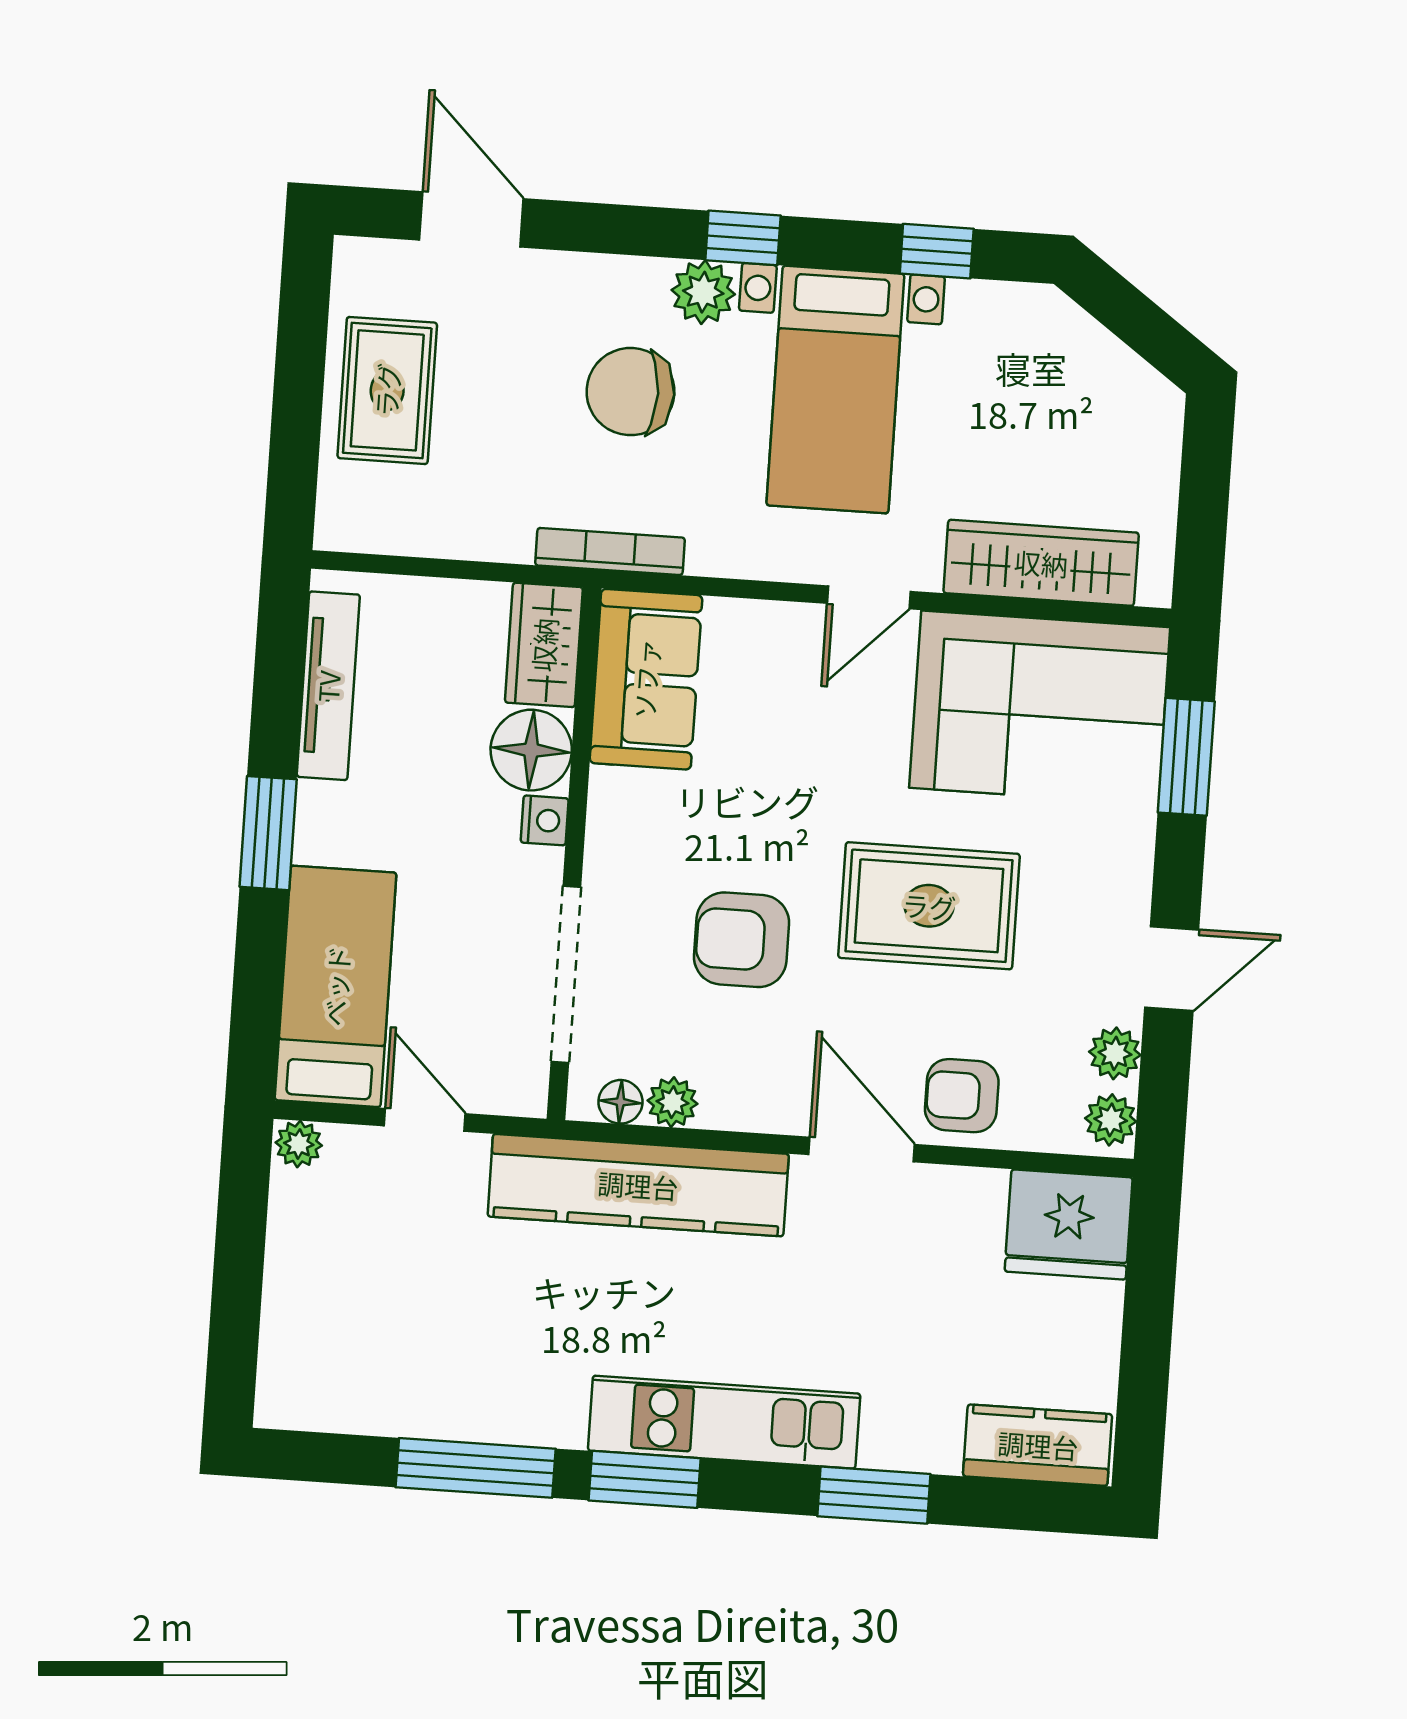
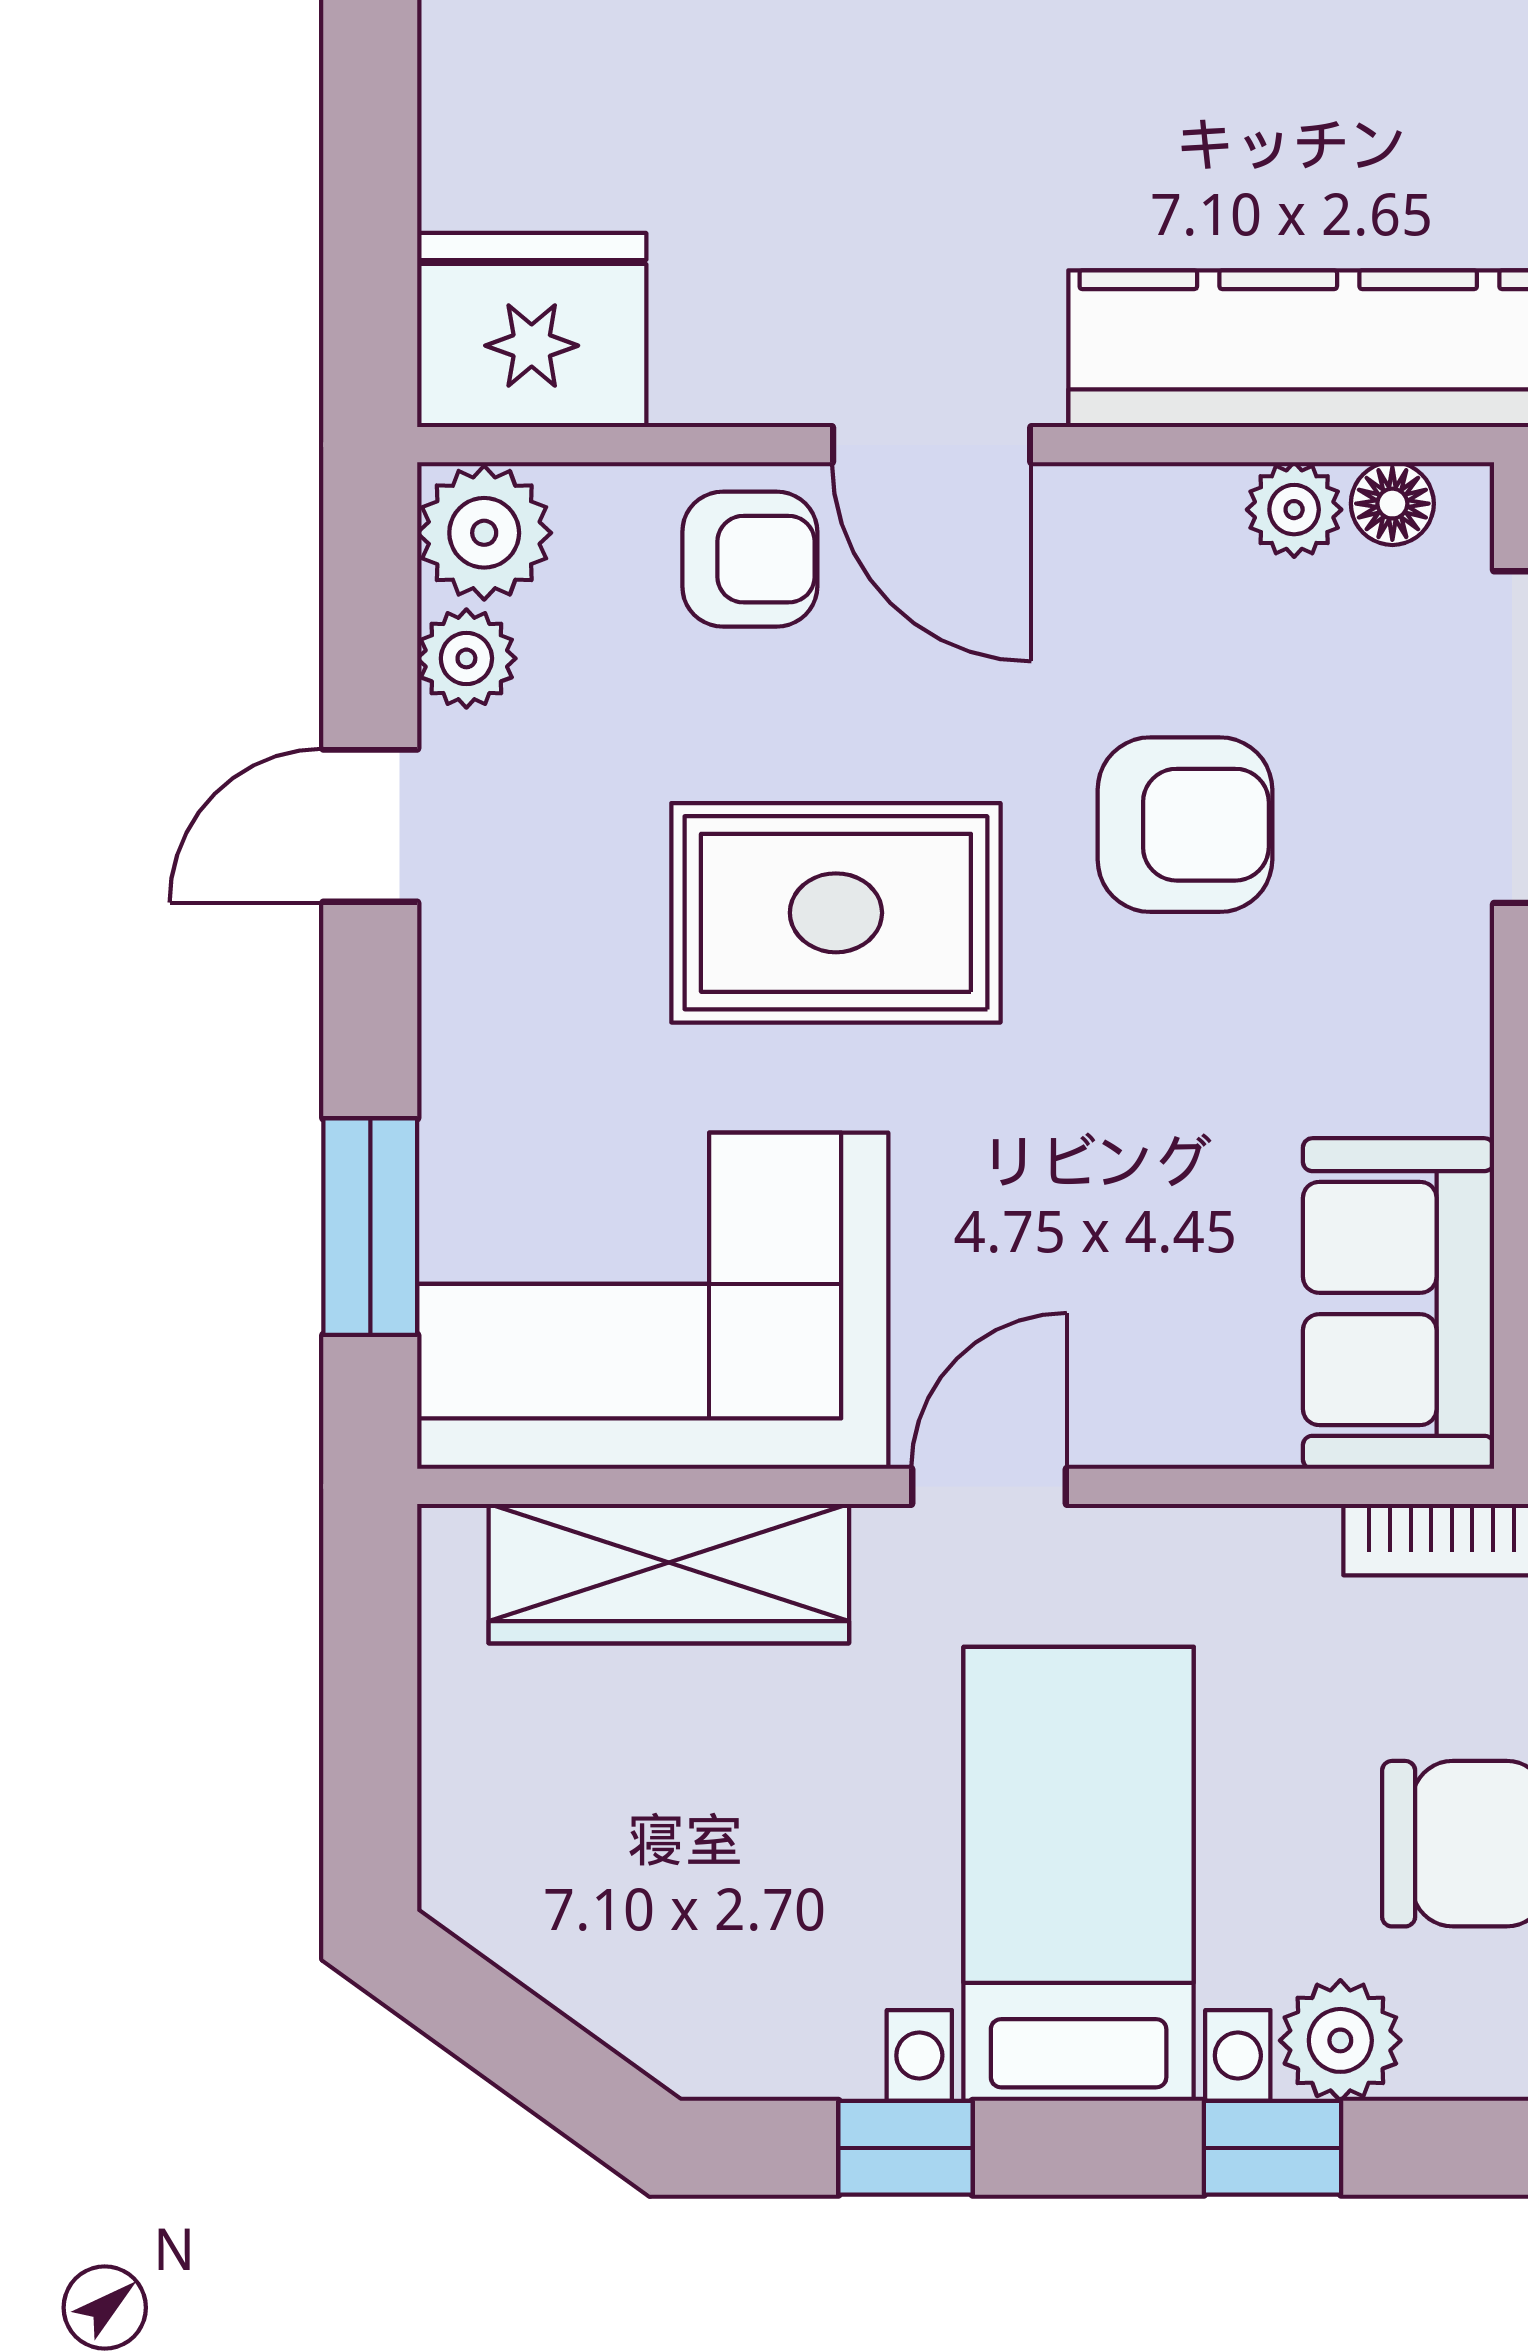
plant: (1111, 1120) -> (484, 533), width x1.38, depth x1.38

